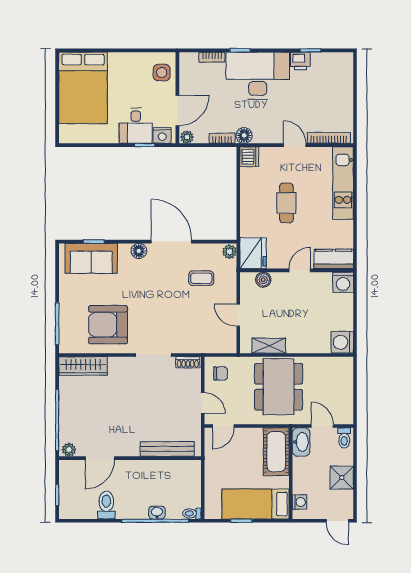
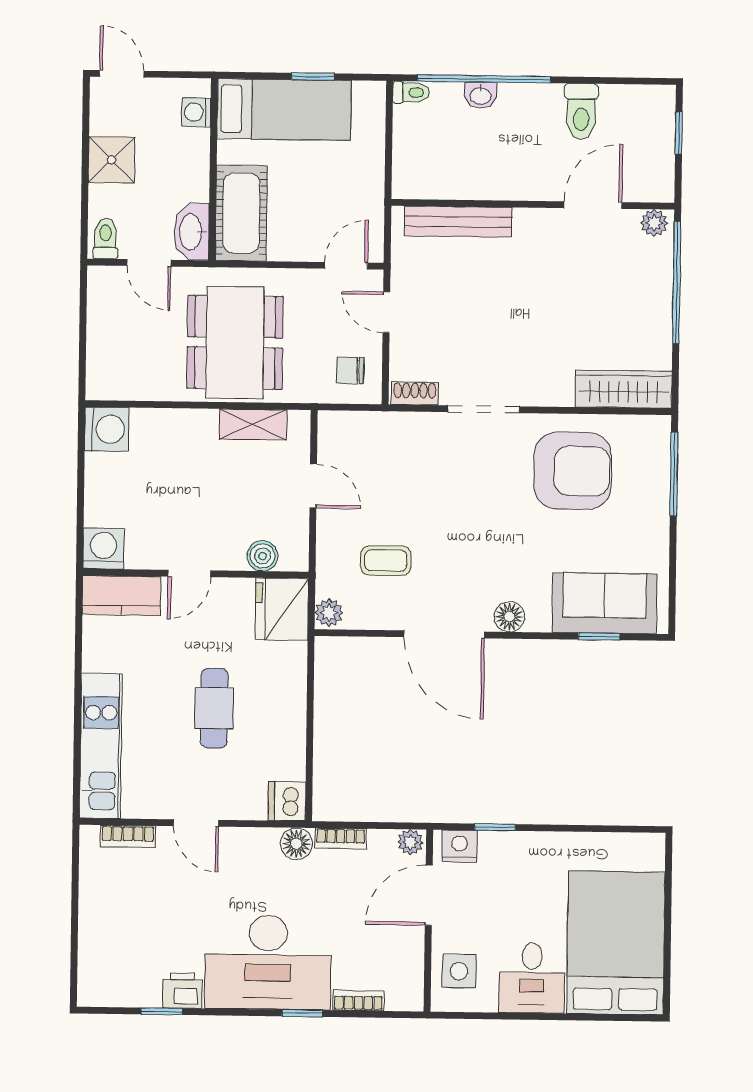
desk: (136, 126) -> (532, 978), moved, turned 180
bookcase: (329, 138) -> (128, 836), width x0.64

